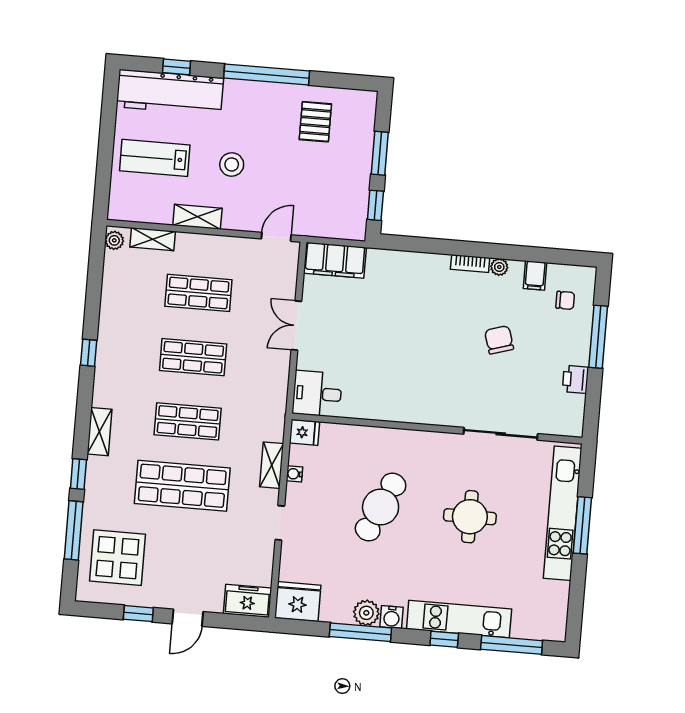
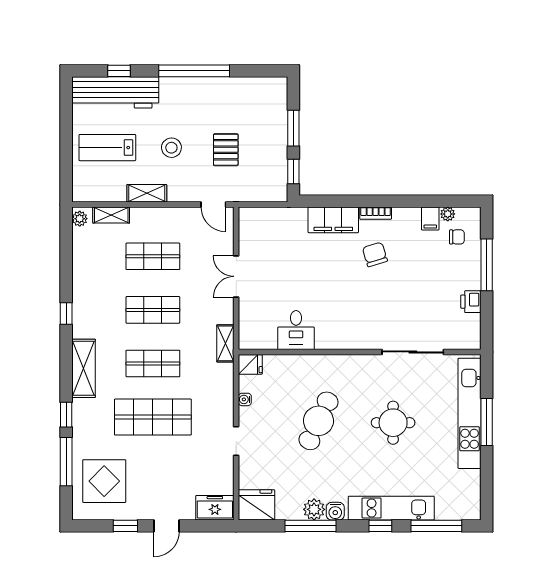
pallet: (315, 122) -> (226, 150), moved
door: (276, 237) -> (213, 204), swing flipped
filing cabinet: (335, 260) -> (333, 220), moved
plant: (499, 267) -> (448, 214), moved
chair: (499, 340) -> (375, 254), moved
desk: (317, 394) -> (296, 330), moved, turned -90
shelving: (99, 432) -> (84, 368), width x1.50, depth x1.33
shelving: (272, 465) -> (225, 343), moved

